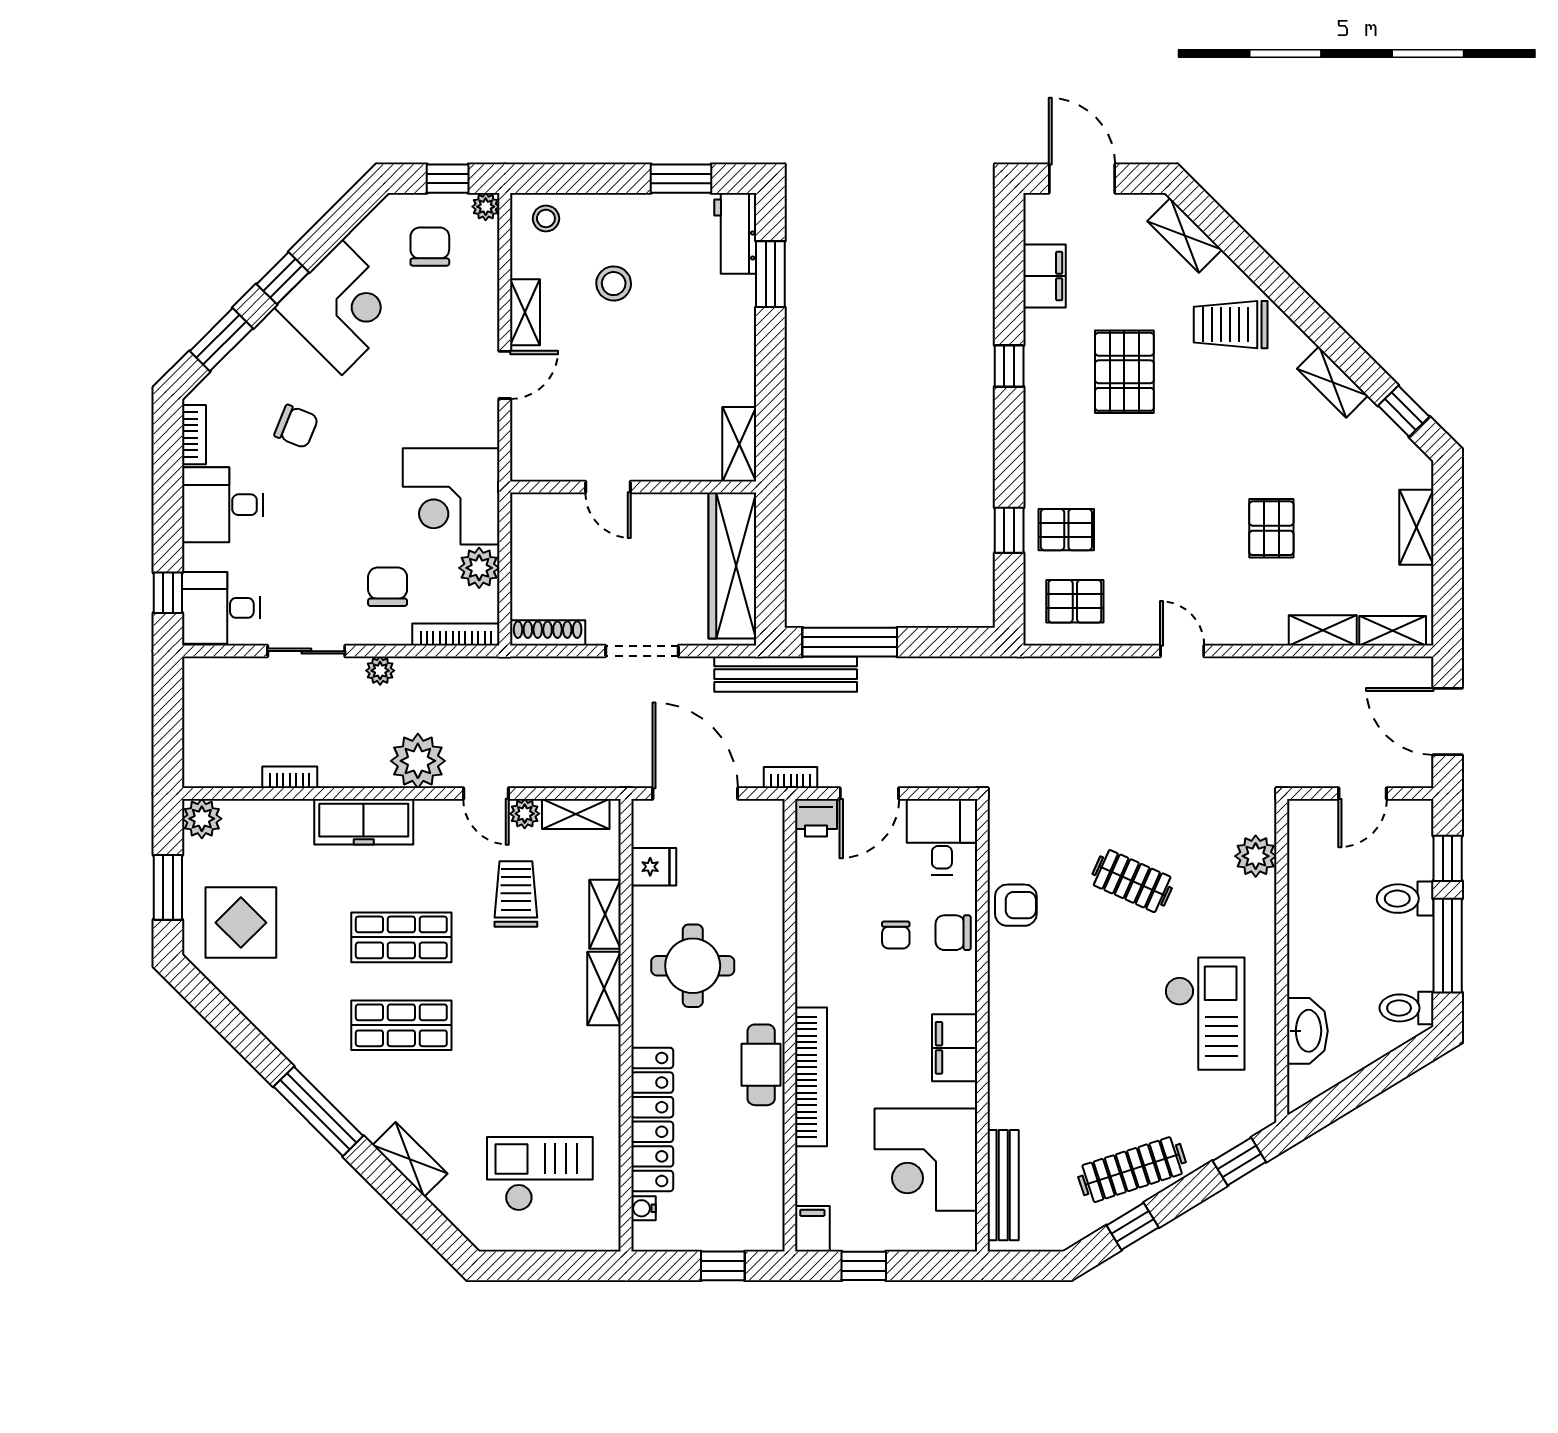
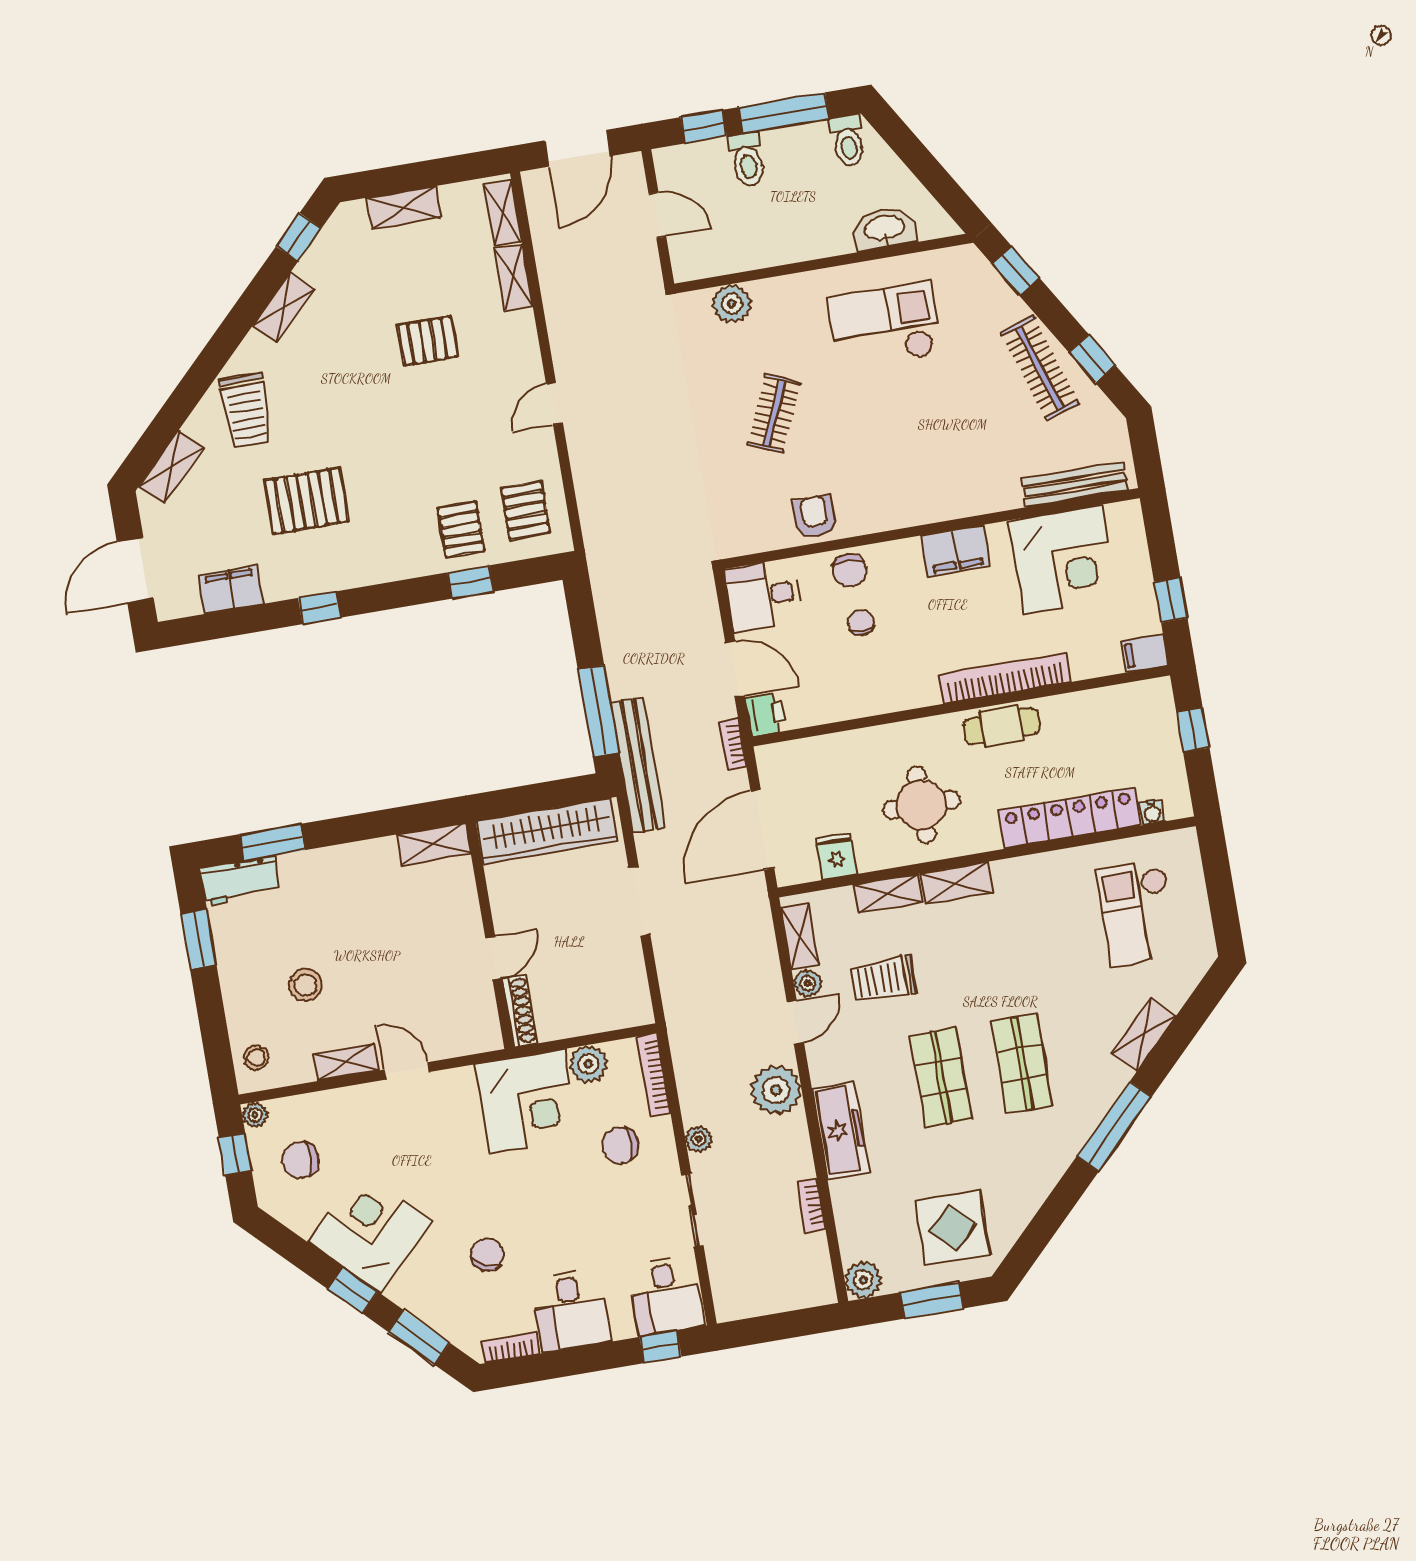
shoe rack: (548, 633) -> (520, 1011), moved, turned 180
chair: (896, 935) -> (861, 623), turned -90

